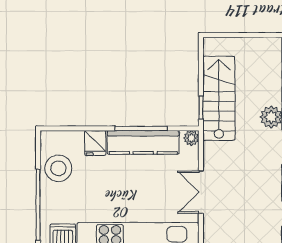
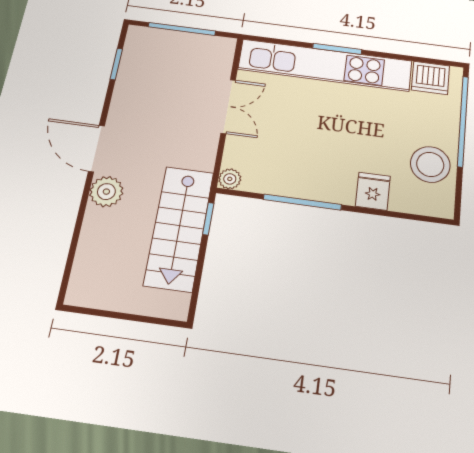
kitchen counter: (143, 142) -> (302, 183), removed

